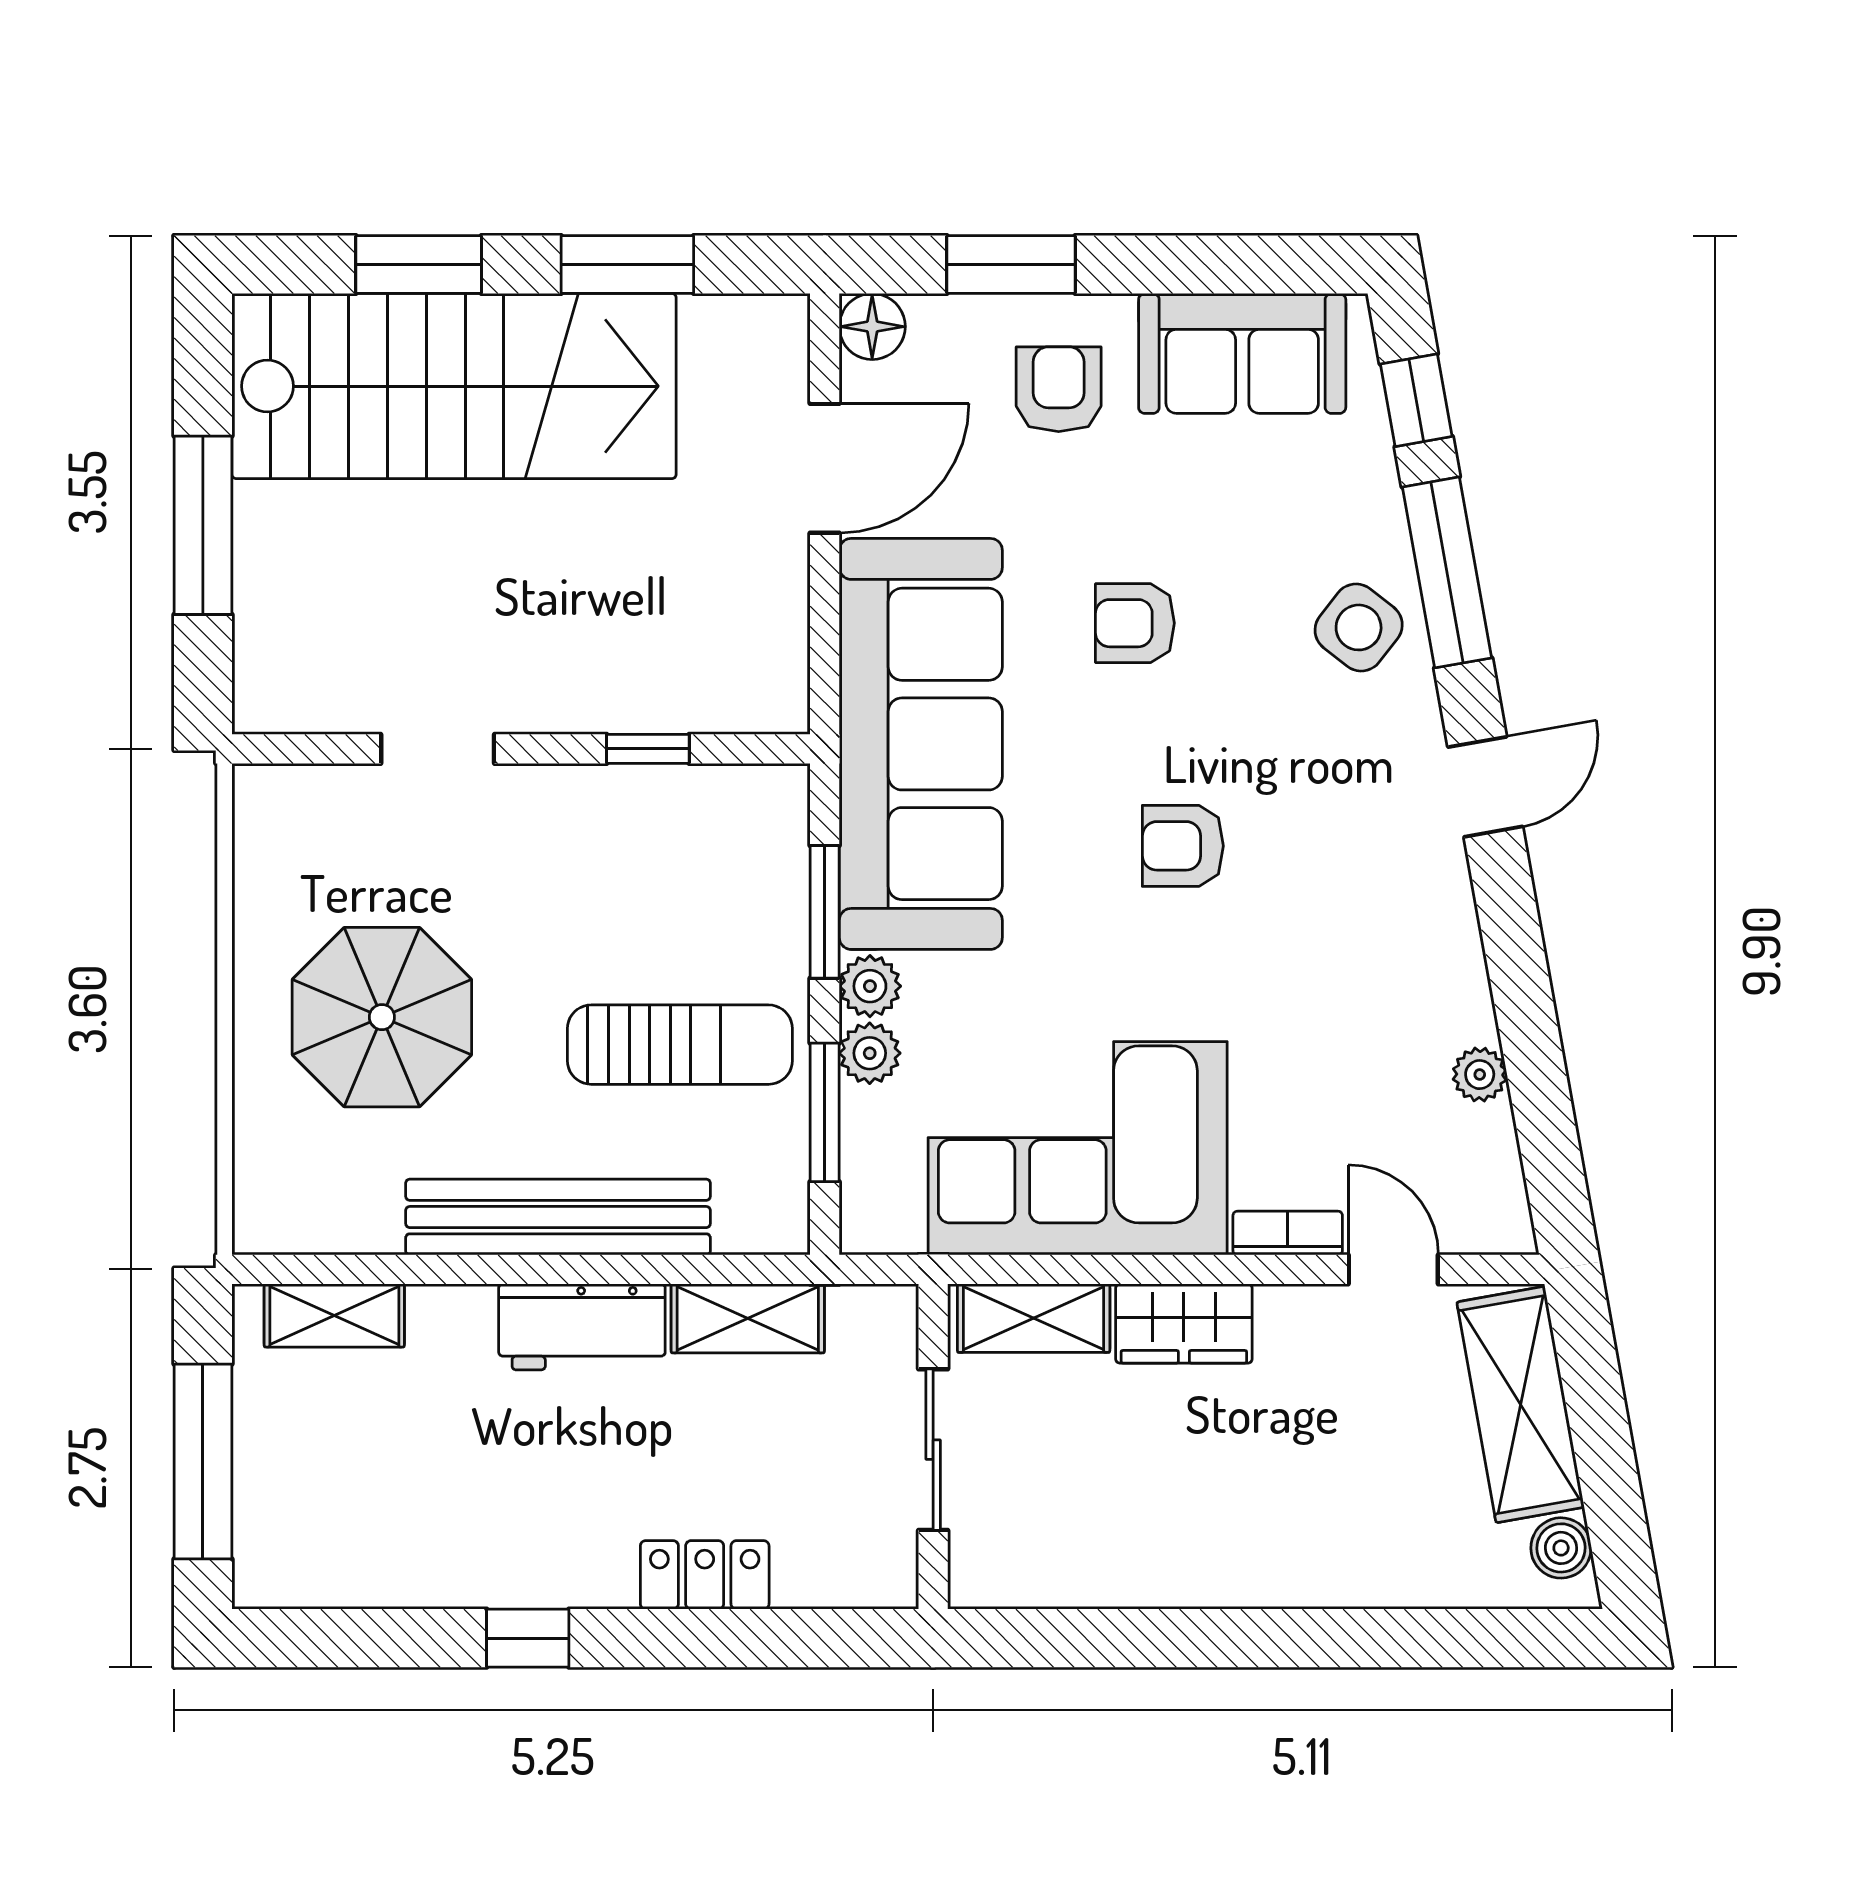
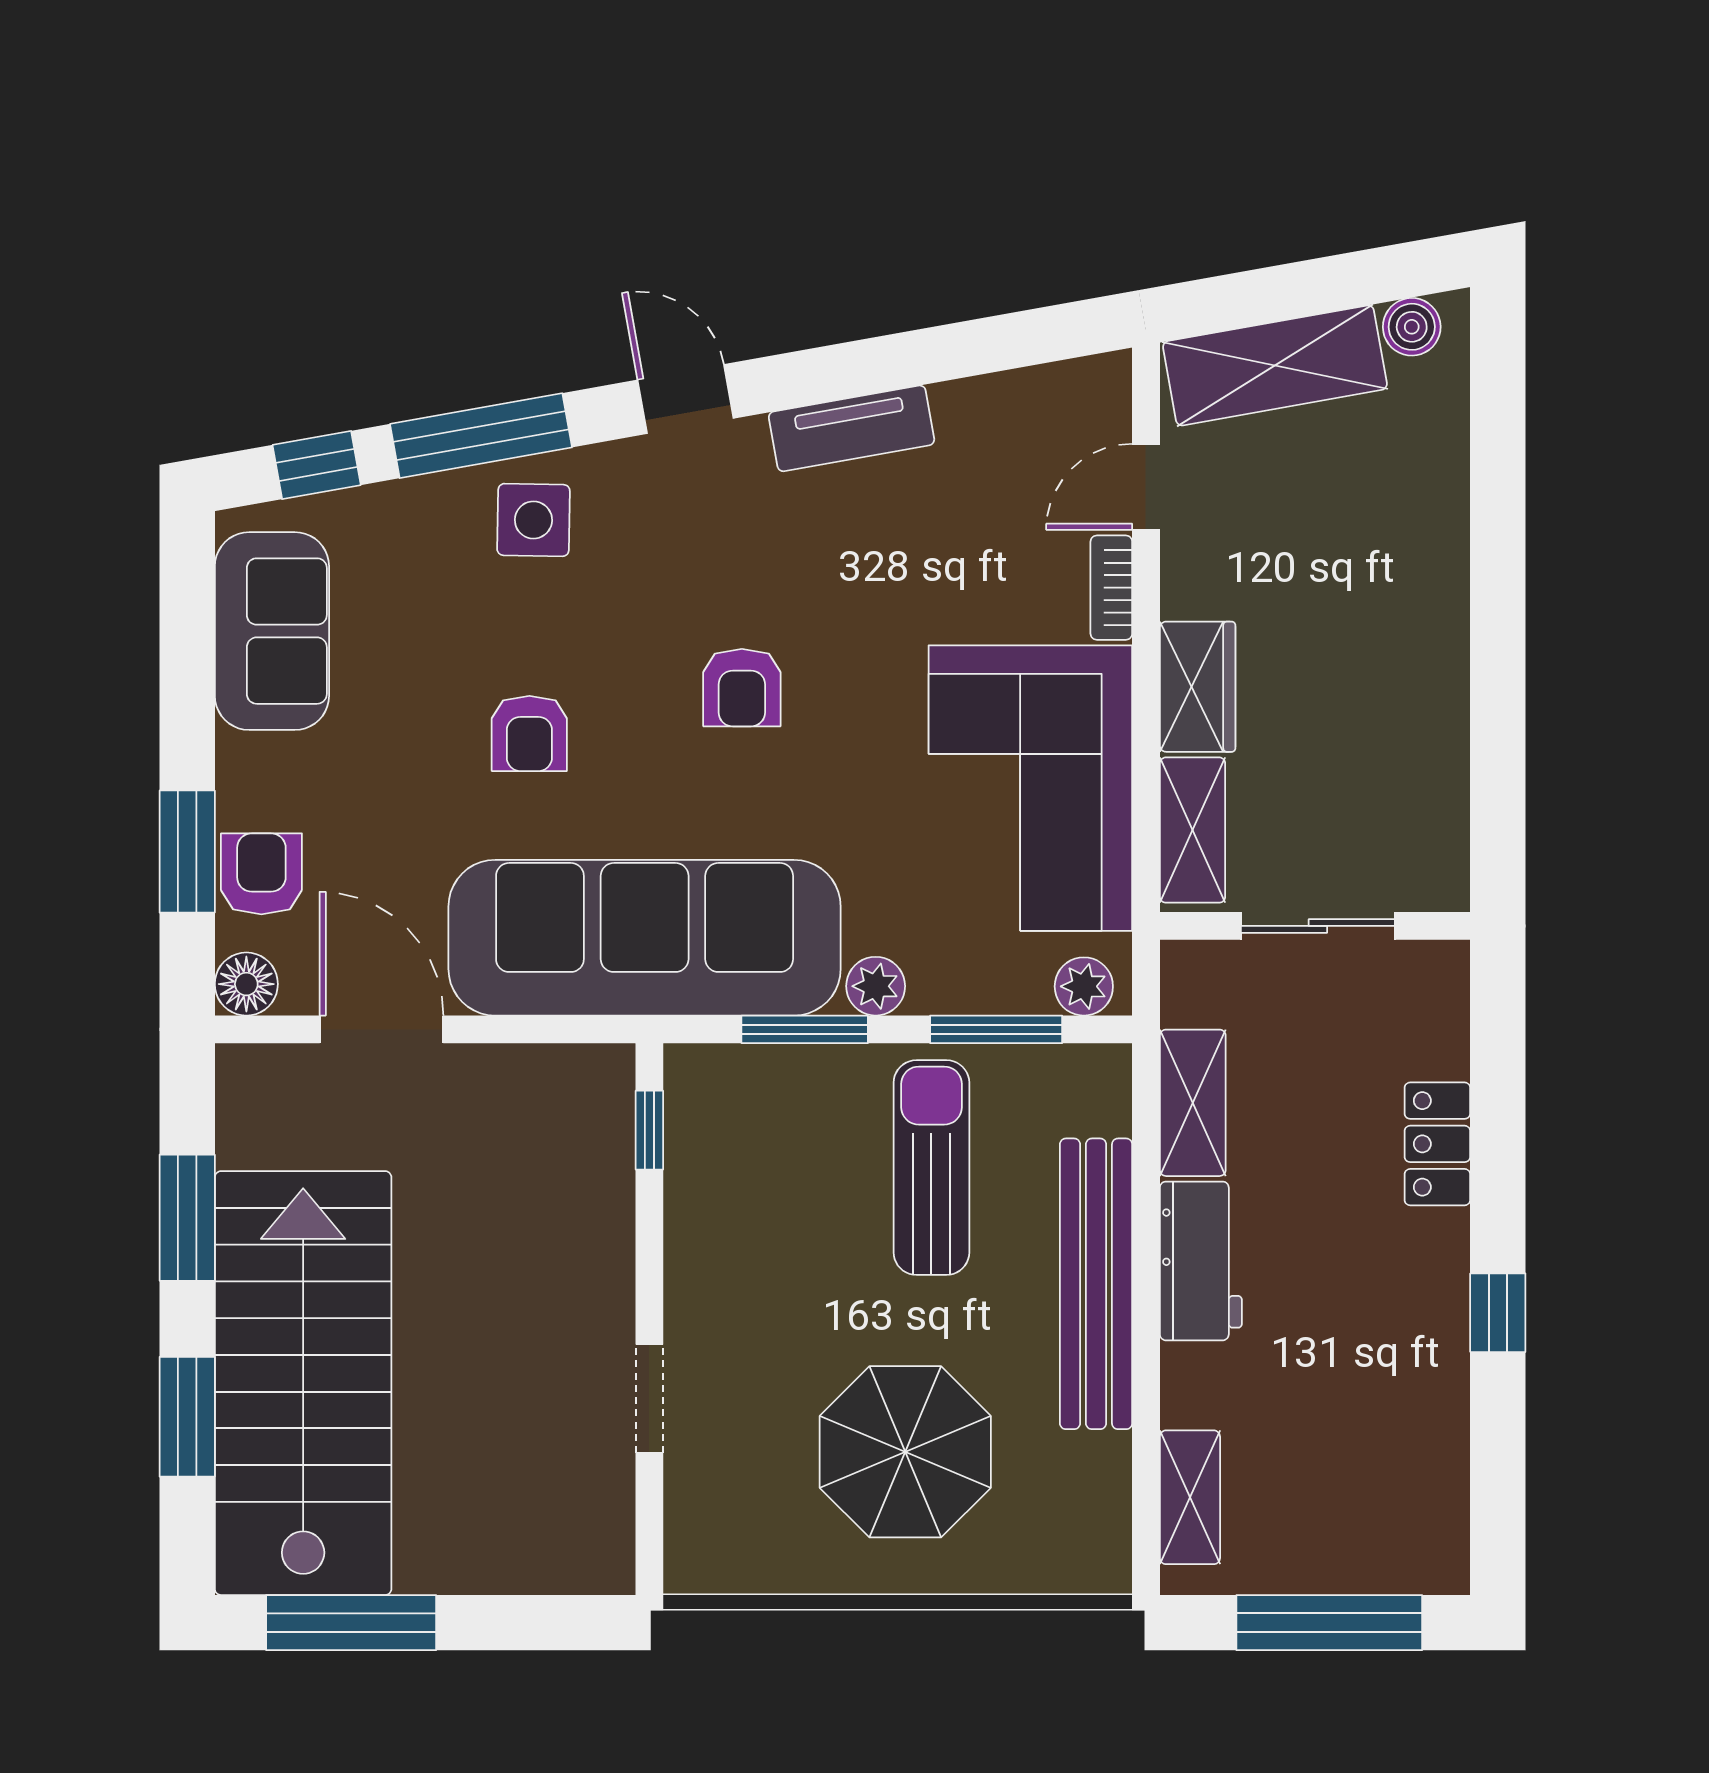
armchair: (1059, 389) -> (261, 874), moved, turned 90
window: (203, 525) -> (351, 1623), moved
side table: (1359, 627) -> (533, 520), turned -37
window: (648, 749) -> (649, 1130), moved
tv unit: (1455, 961) -> (852, 428), added
plant: (870, 1053) -> (1084, 986), moved
plant: (1480, 1075) -> (960, 404), removed

